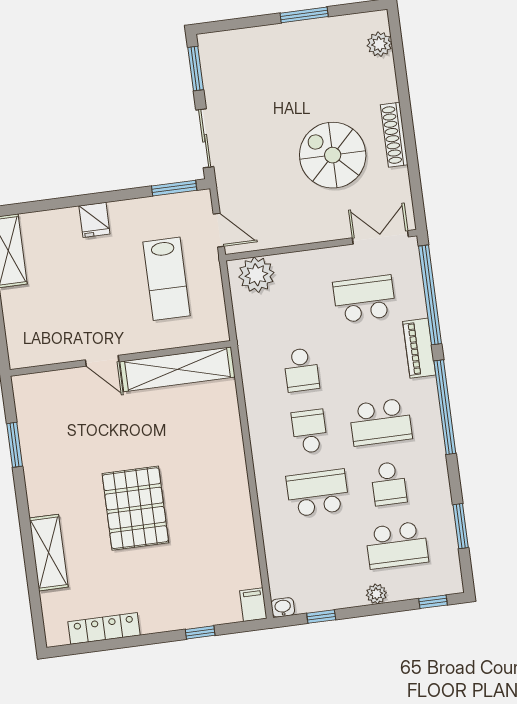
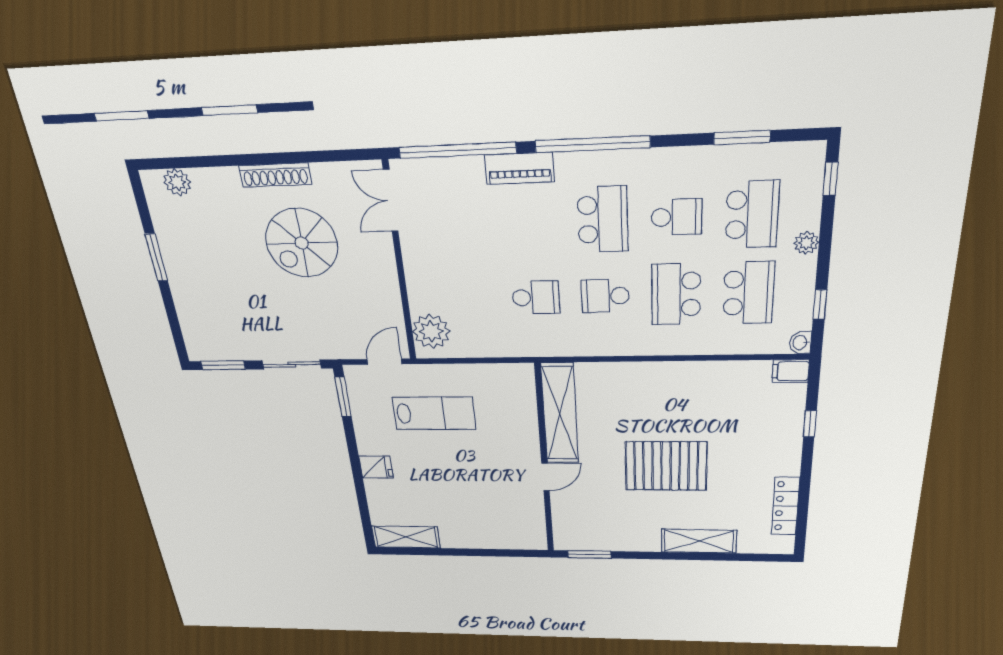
school desk: (364, 299) -> (748, 293), moved, turned 180
wall: (120, 358) -> (544, 462), moved
door: (102, 361) -> (545, 477), moved
shelving: (178, 369) -> (560, 414), moved

